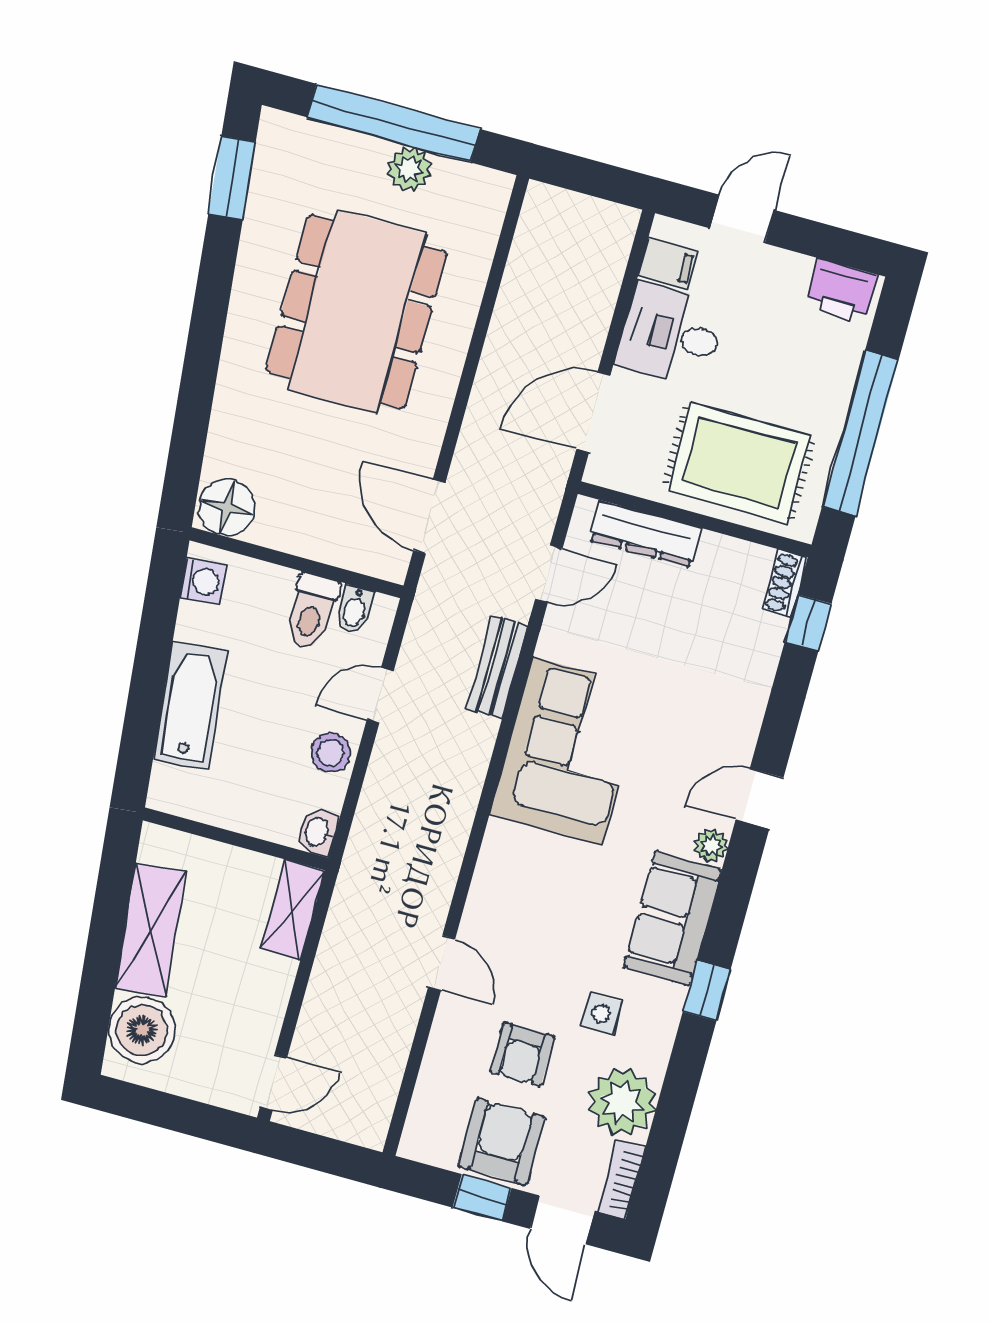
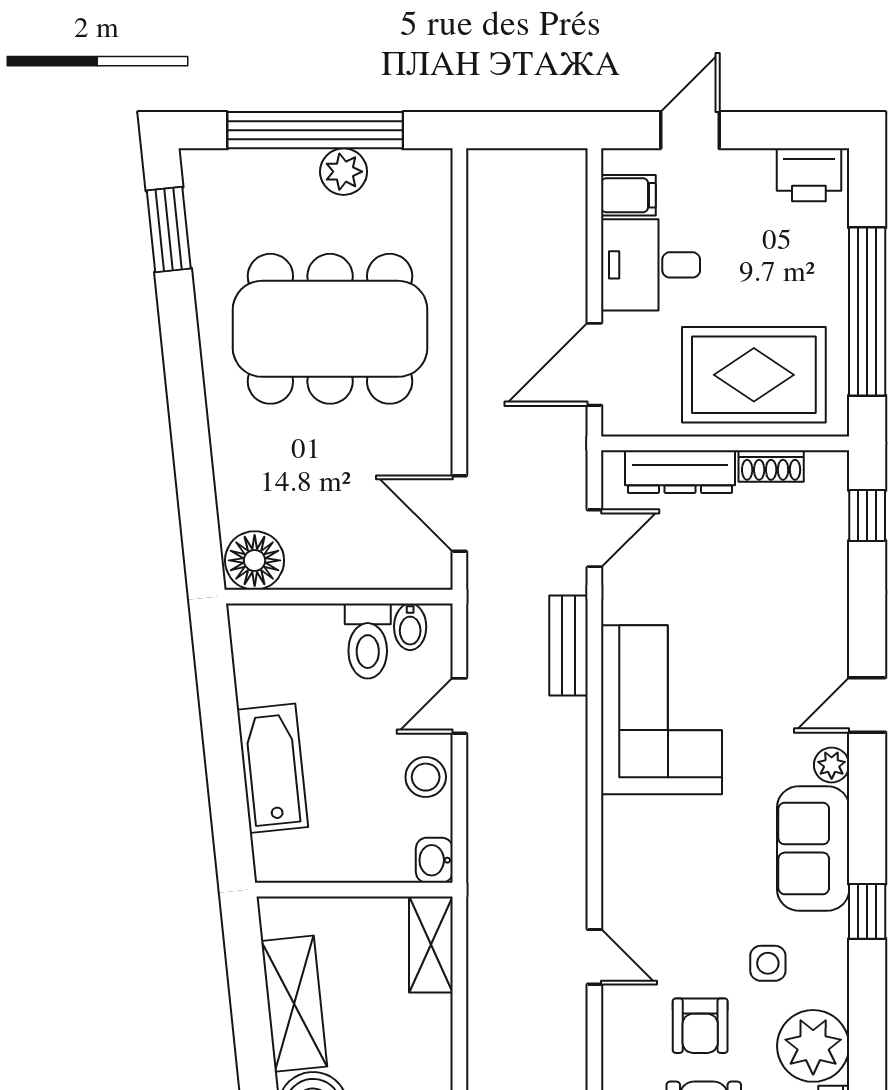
dining table: (357, 312) -> (330, 329), turned 90
washing machine: (203, 581) -> (251, 641), removed
shoe rack: (785, 584) -> (771, 466), moved, turned -90

